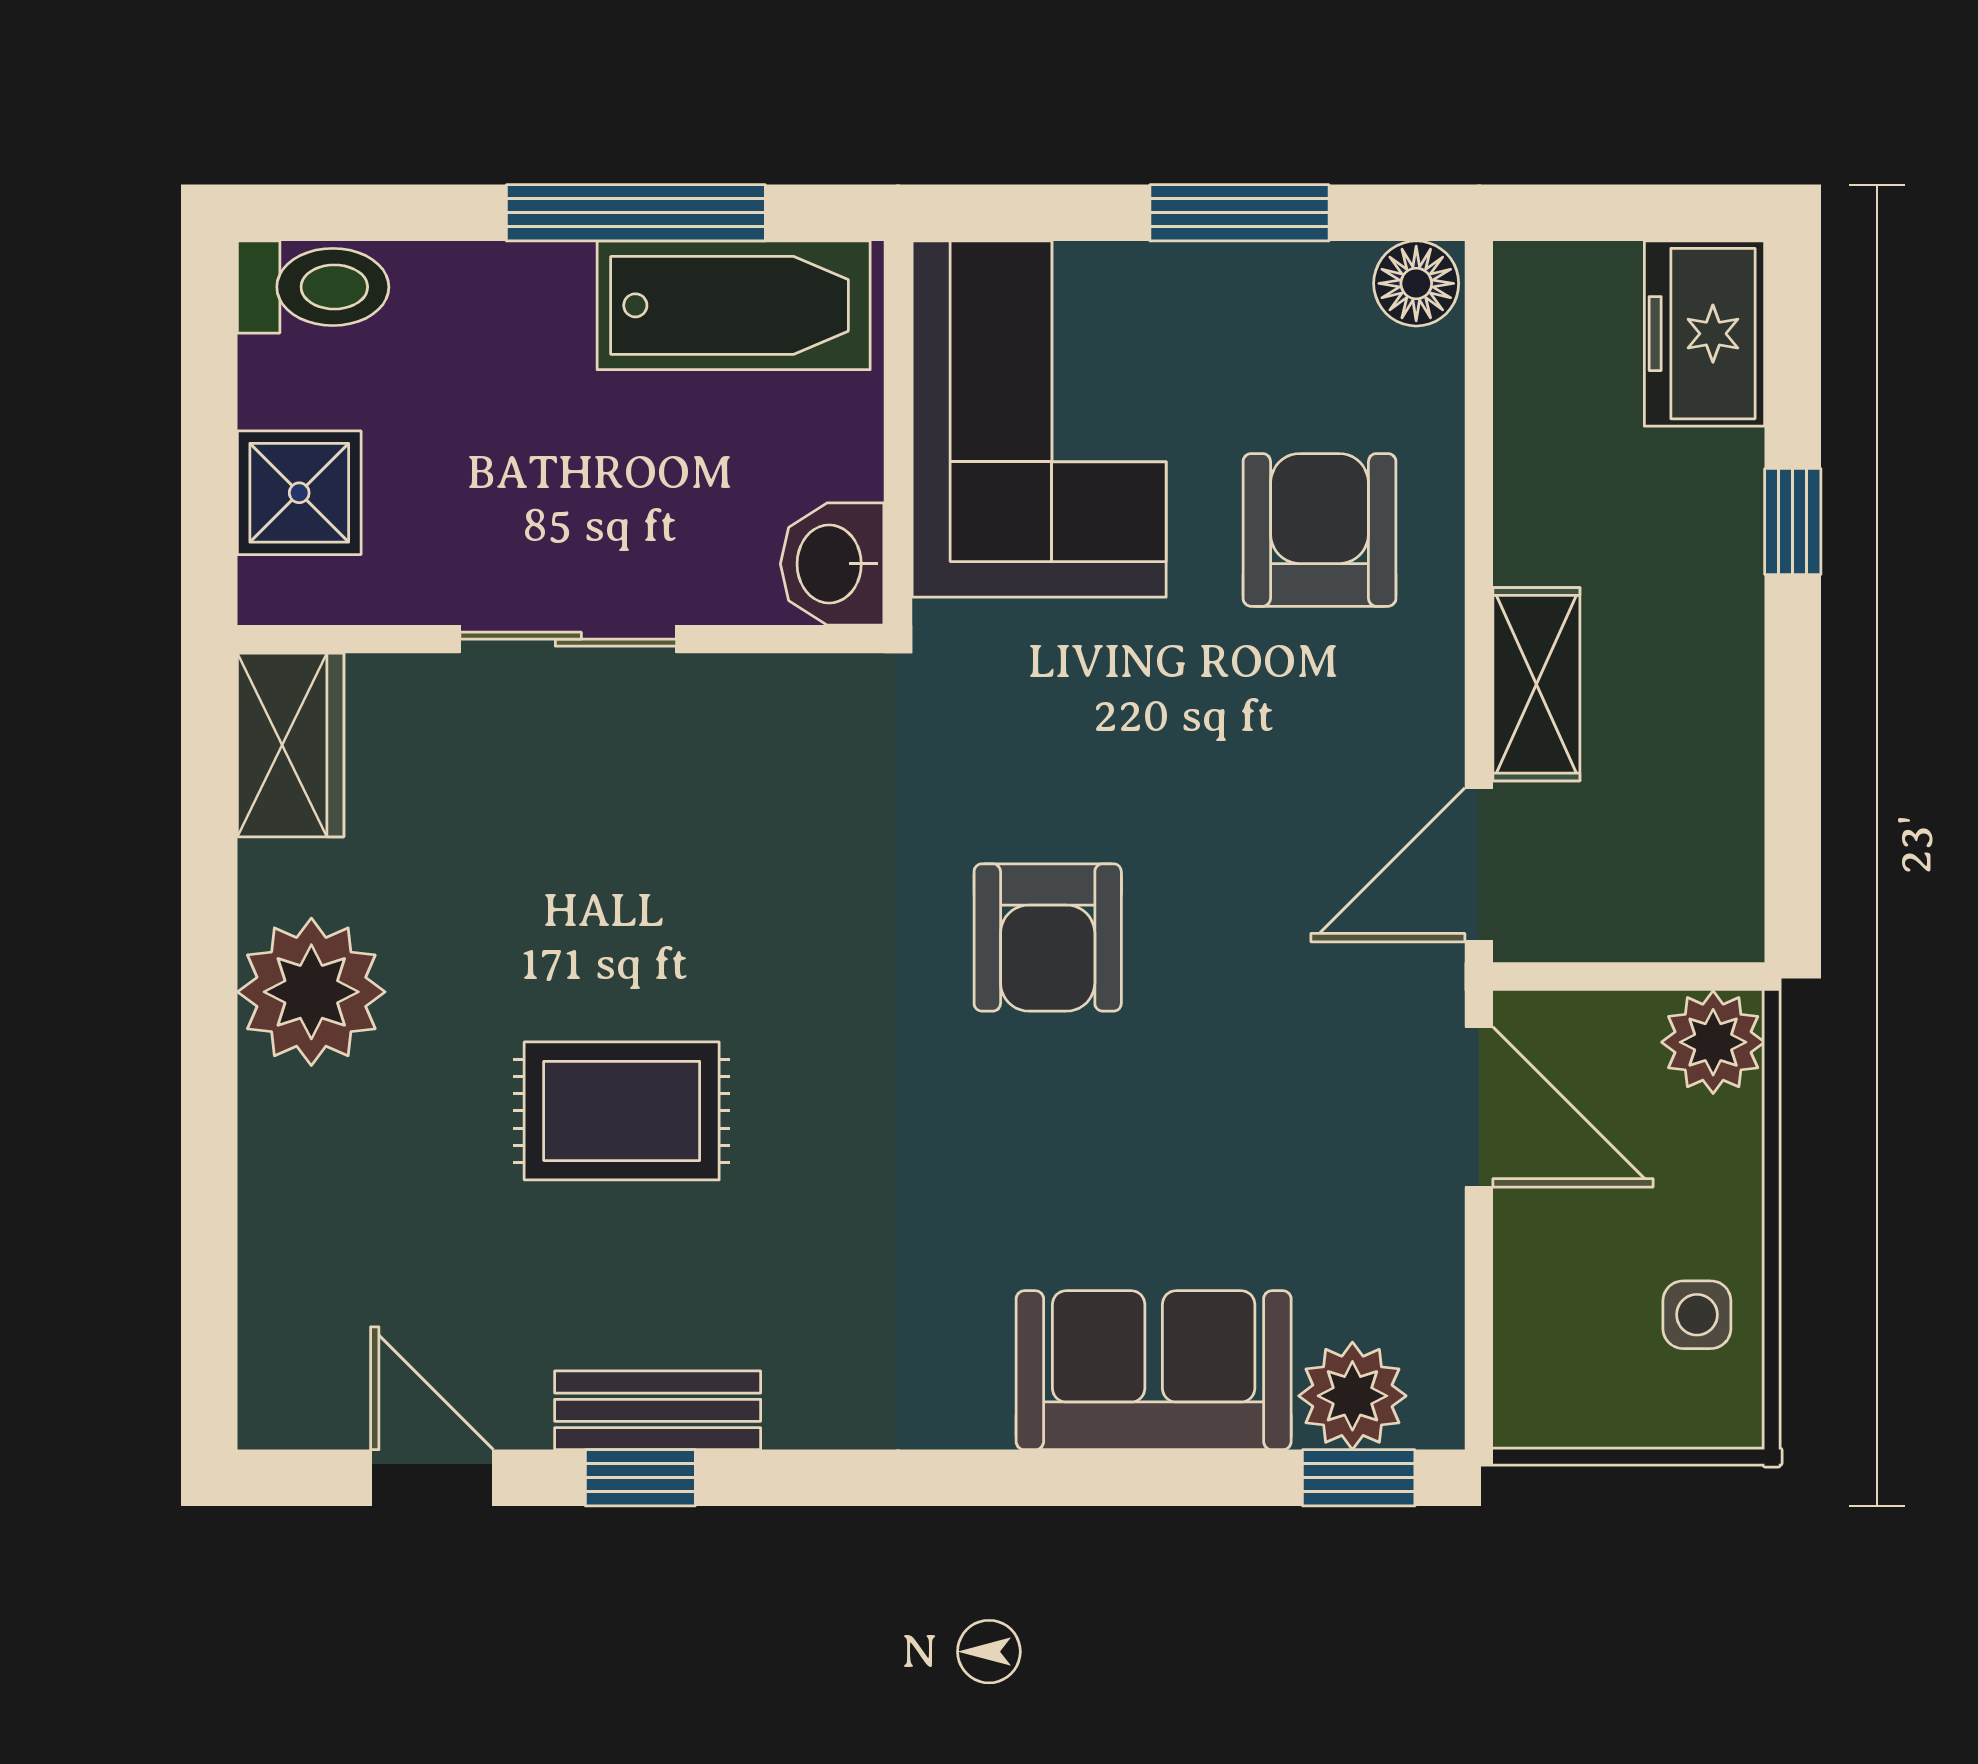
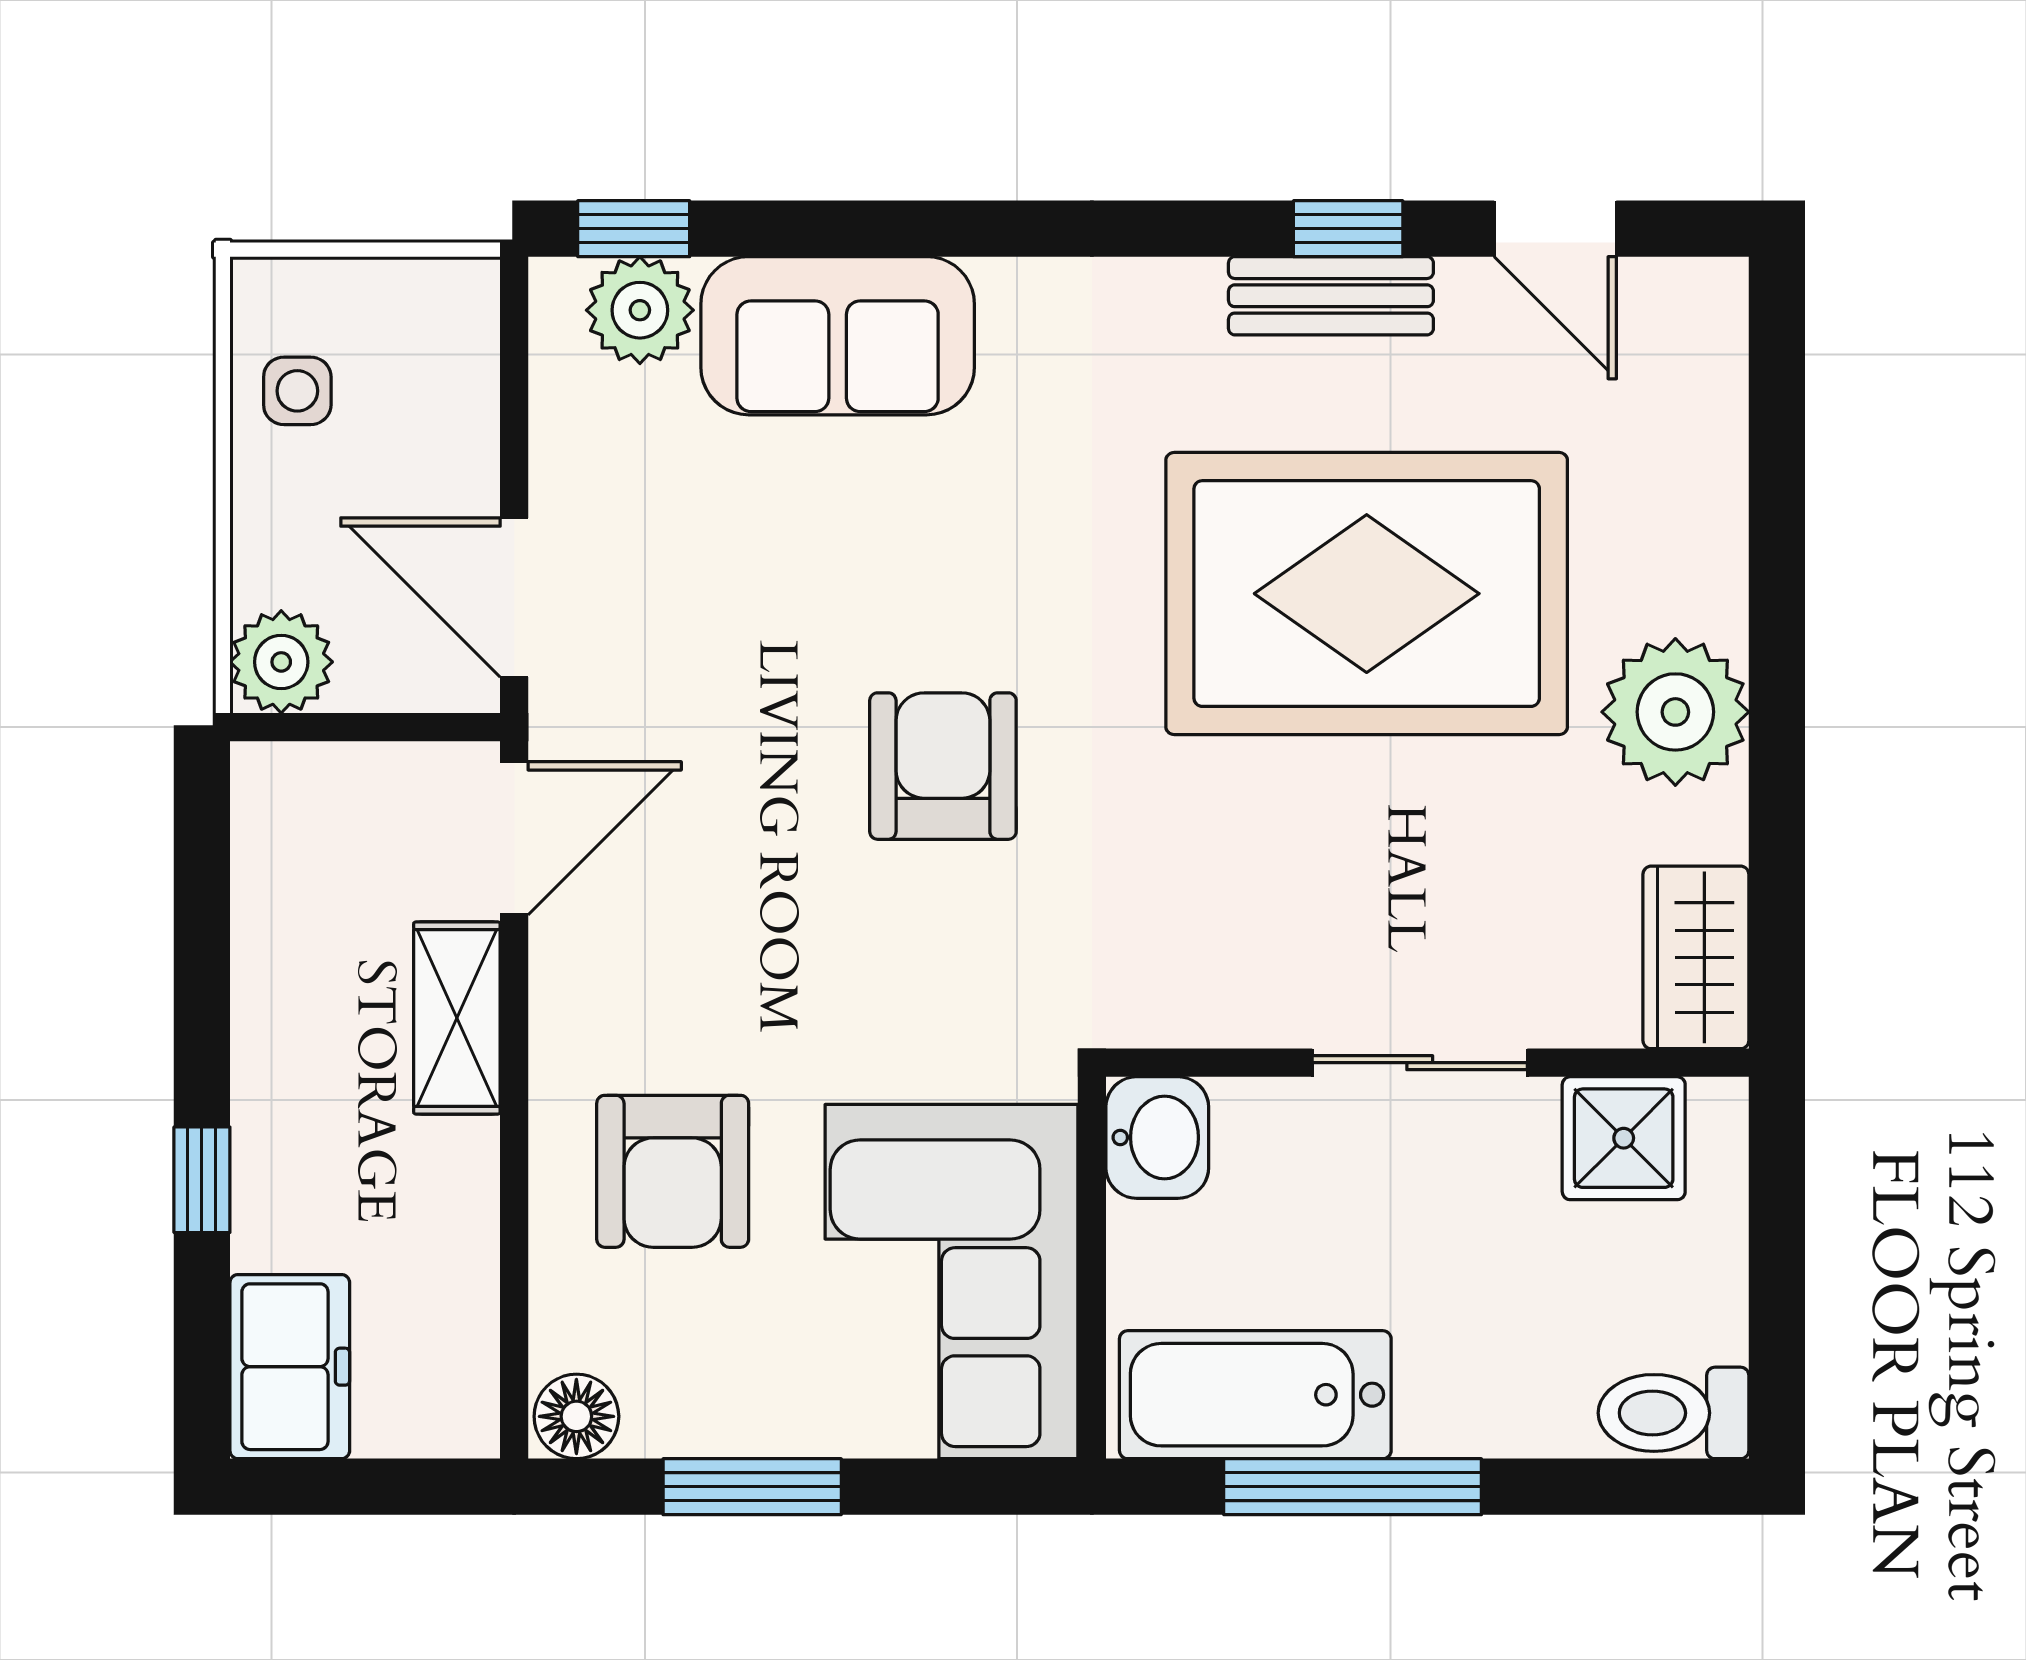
shower: (299, 493) -> (1624, 1138), moved
rug: (622, 1111) -> (1367, 594), width x1.86, depth x2.06

